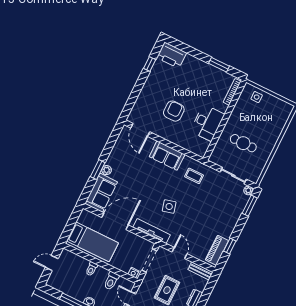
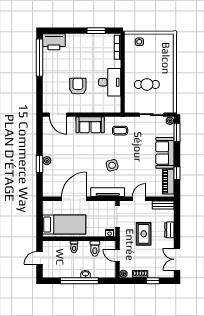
window: (150, 64) -> (40, 58), width x3.17
sofa: (101, 193) -> (165, 153), moved, turned 180
door: (180, 253) -> (139, 199), hinge flipped

